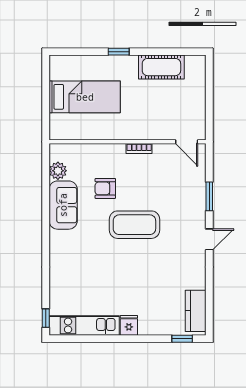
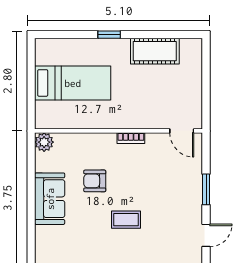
plant: (58, 171) -> (44, 142), moved
coffee table: (134, 225) -> (126, 220), width x0.54, depth x0.58

